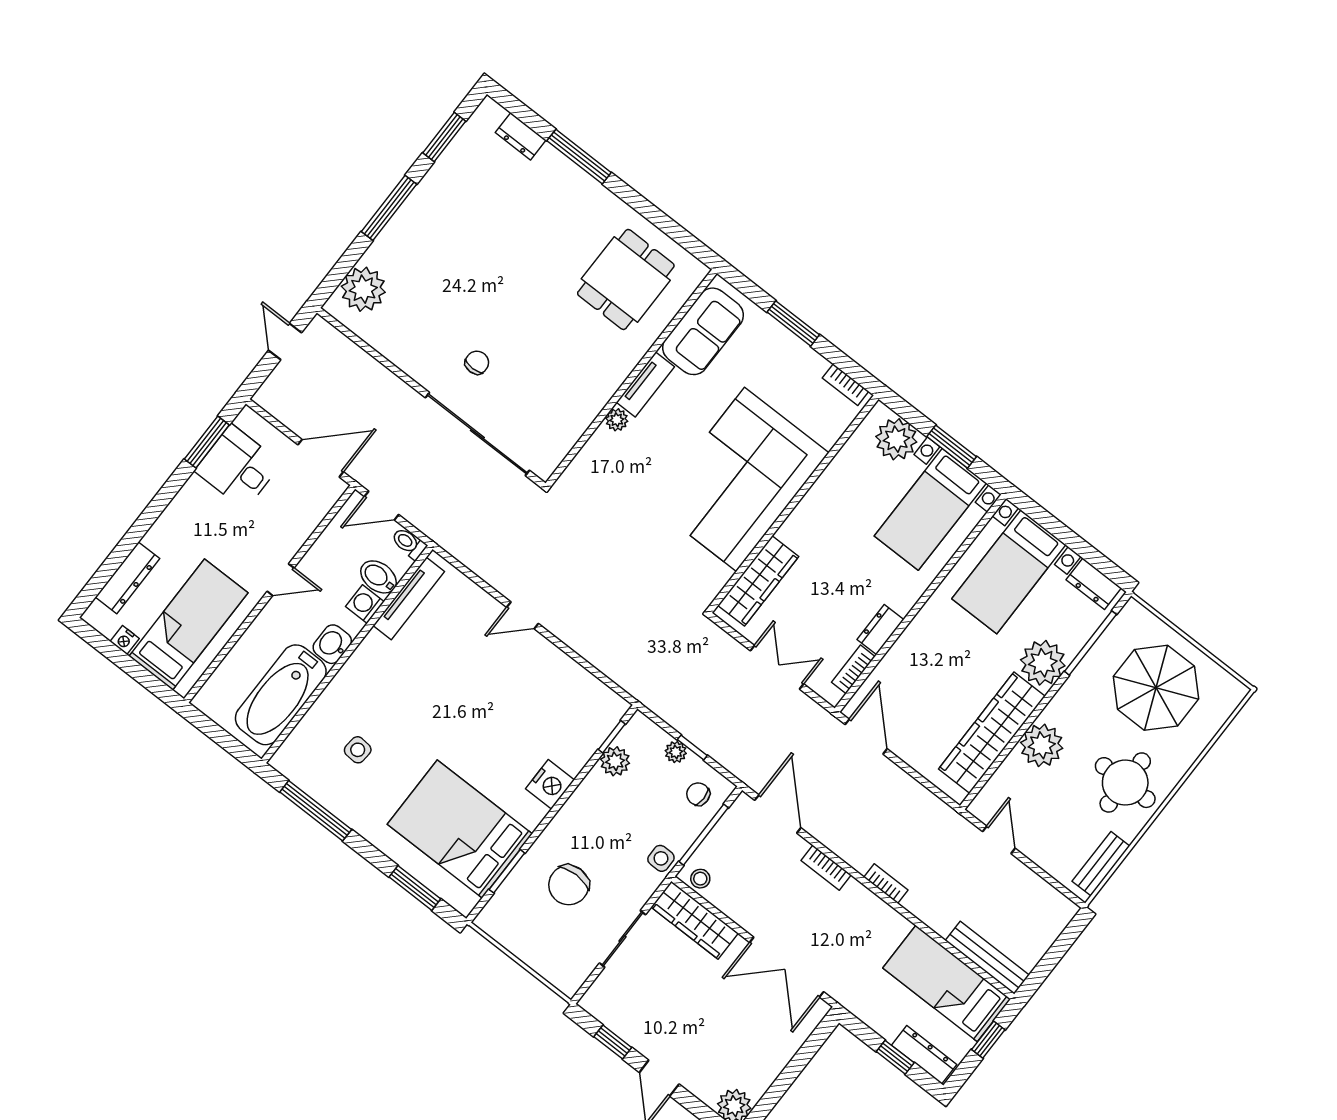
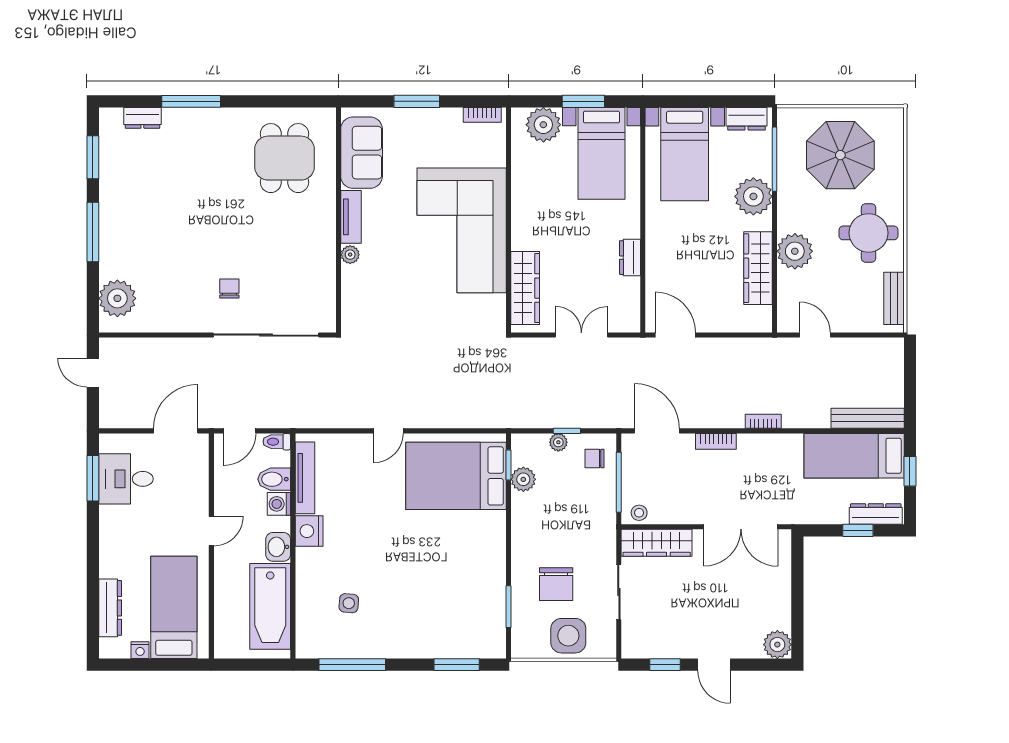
bookcase: (853, 669) -> (633, 297), removed
wardrobe: (992, 733) -> (758, 268), width x0.71, depth x0.85
nightstand: (550, 784) -> (309, 531), moved, turned 180
bed: (460, 829) -> (456, 476), moved
side table: (661, 858) -> (568, 636), moved, width x1.87, depth x1.87

